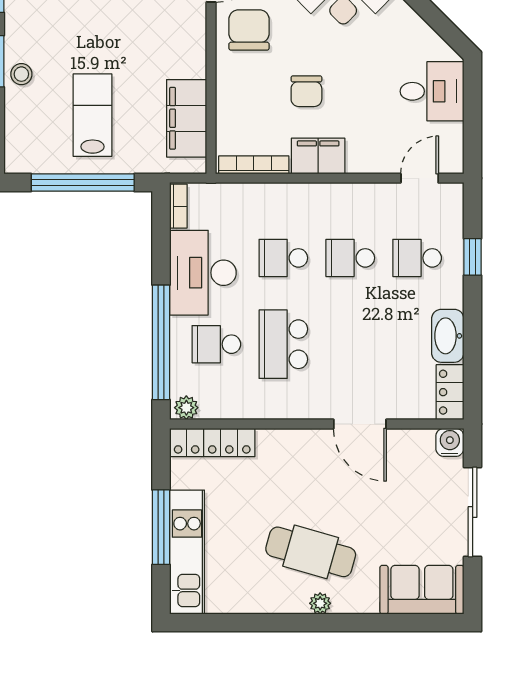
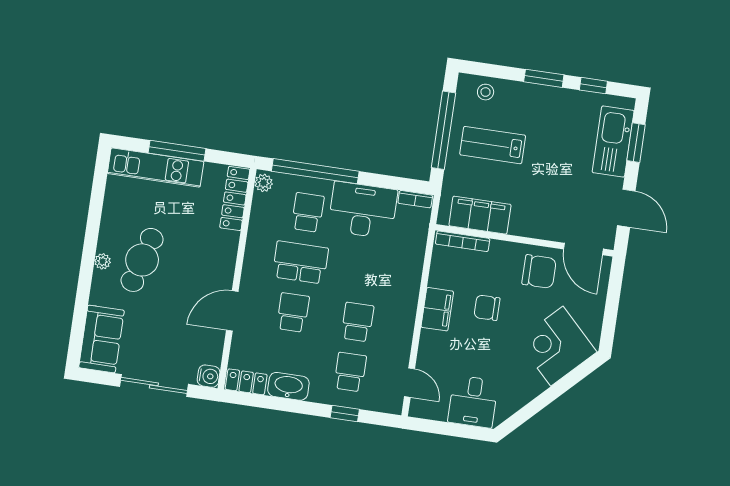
stool: (21, 74) -> (486, 92), moved
lab bench: (92, 115) -> (493, 145), turned 180
bookcase: (254, 165) -> (463, 241), moved, turned 90
school desk: (283, 258) -> (293, 312), moved

